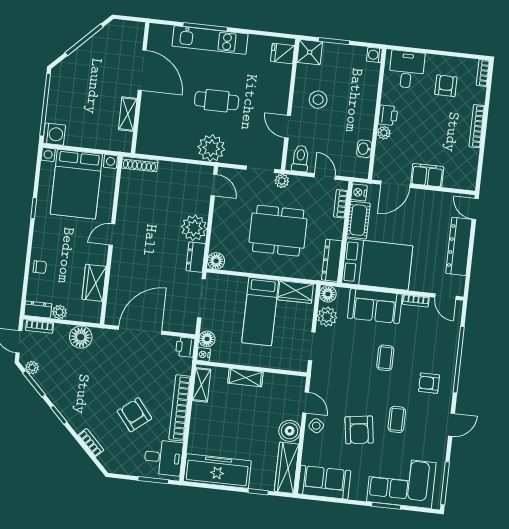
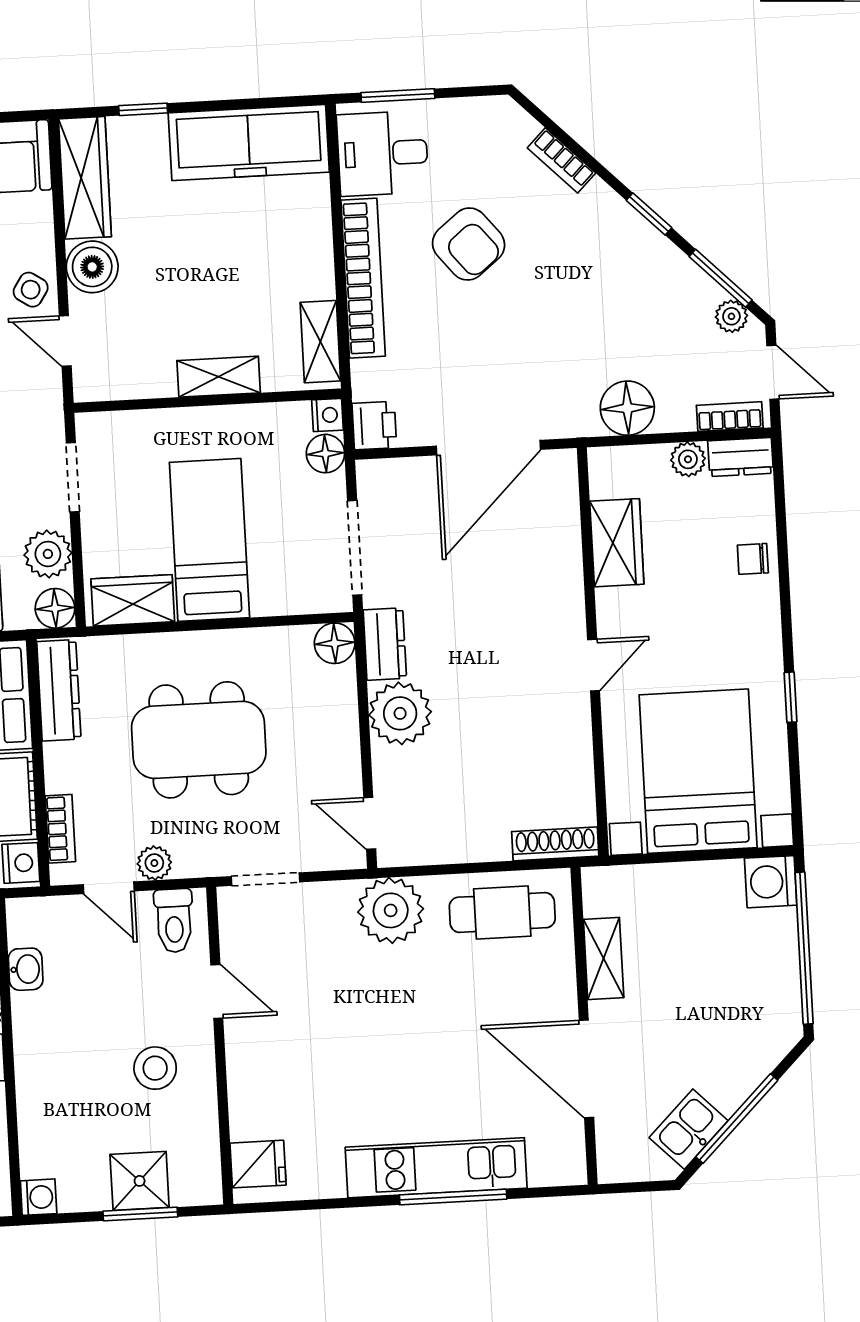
kitchen sink: (104, 39) -> (689, 1129), added
shower: (310, 52) -> (140, 1181), moved
cafe table: (217, 101) -> (502, 912), moved
plant: (282, 181) -> (154, 863), moved

